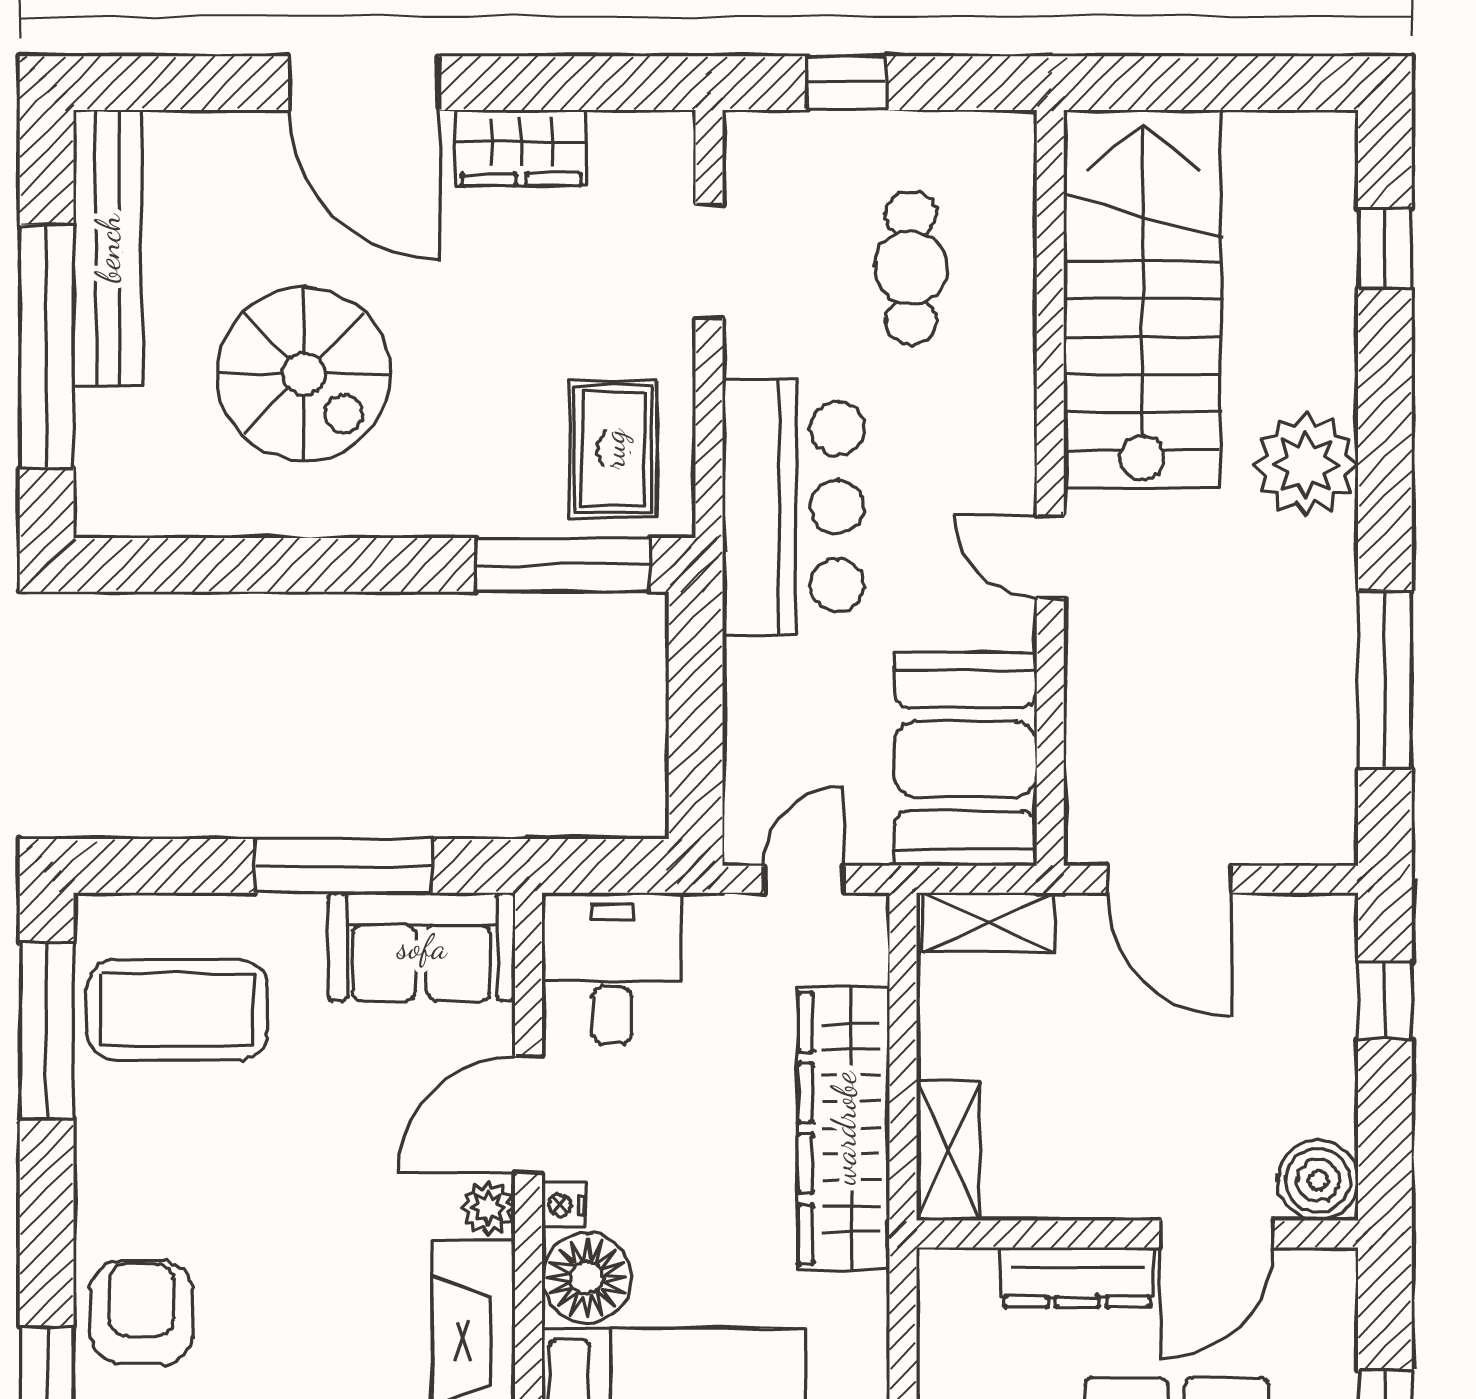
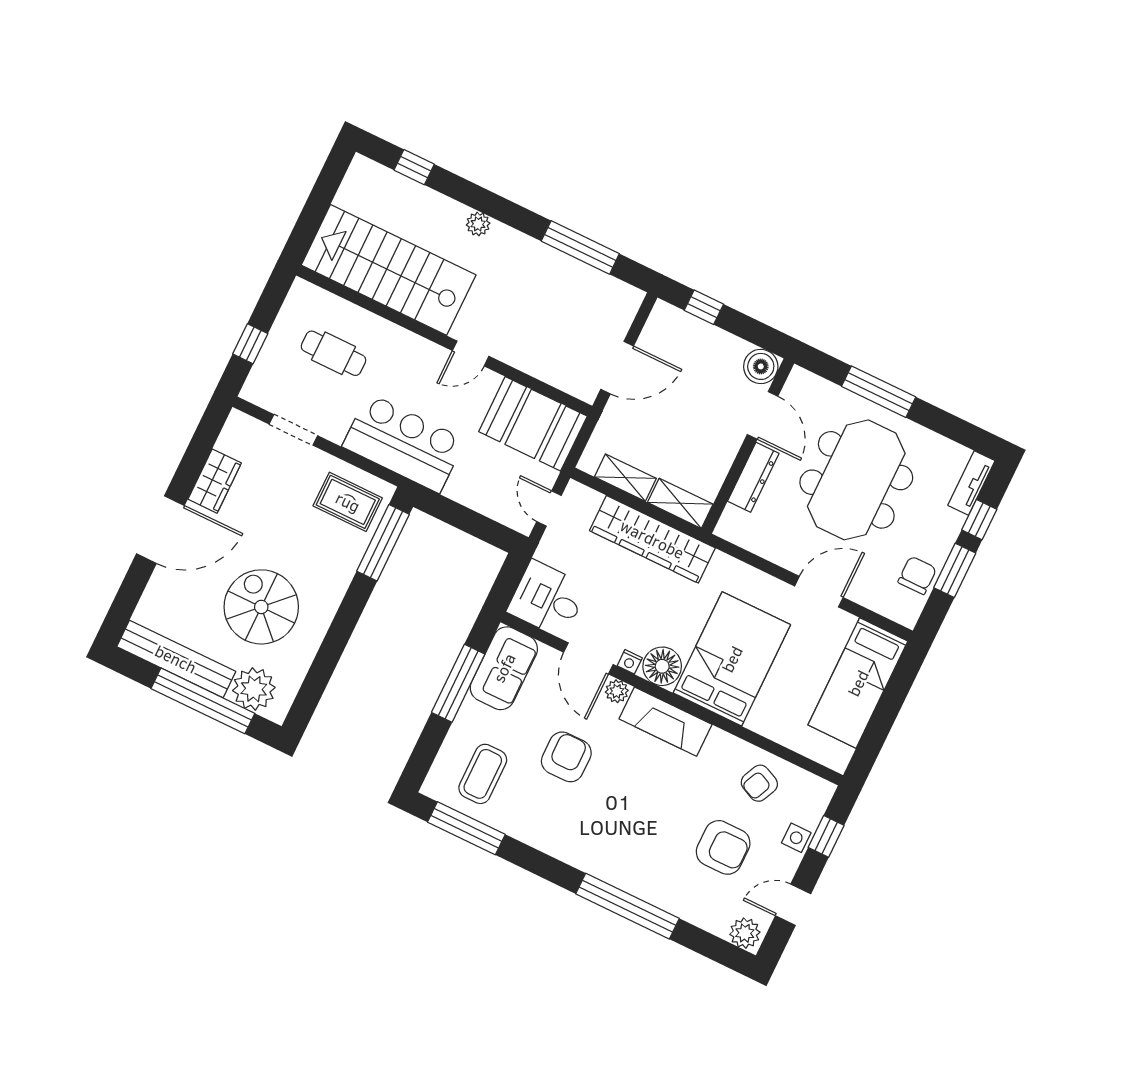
spiral stairs: (304, 374) -> (261, 607), turned -90
plant: (124, 442) -> (254, 689), added
plant: (1306, 465) -> (478, 224), width x0.53, depth x0.53
shelving: (988, 922) -> (625, 478), moved, turned 90
coffee table: (178, 1010) -> (483, 774), width x0.73, depth x0.76
armchair: (142, 1312) -> (566, 757), moved, turned 90

